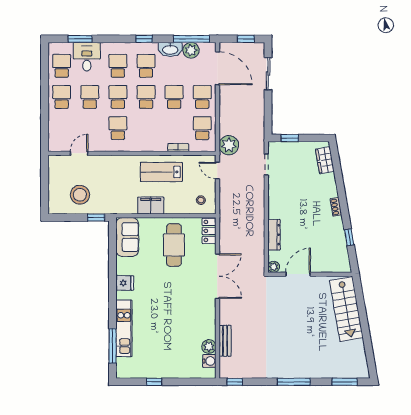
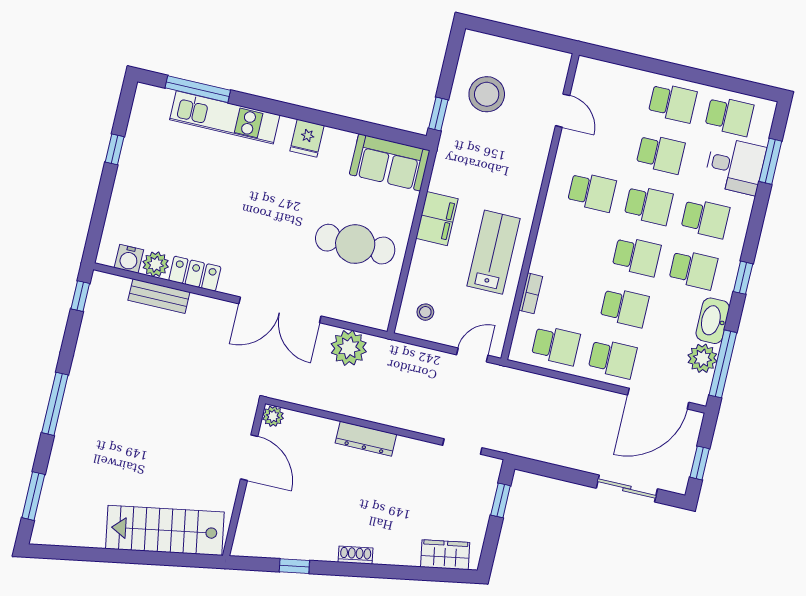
plant: (229, 145) -> (349, 348), moved
locker: (209, 231) -> (195, 274), moved
dresser: (274, 235) -> (366, 439), moved

